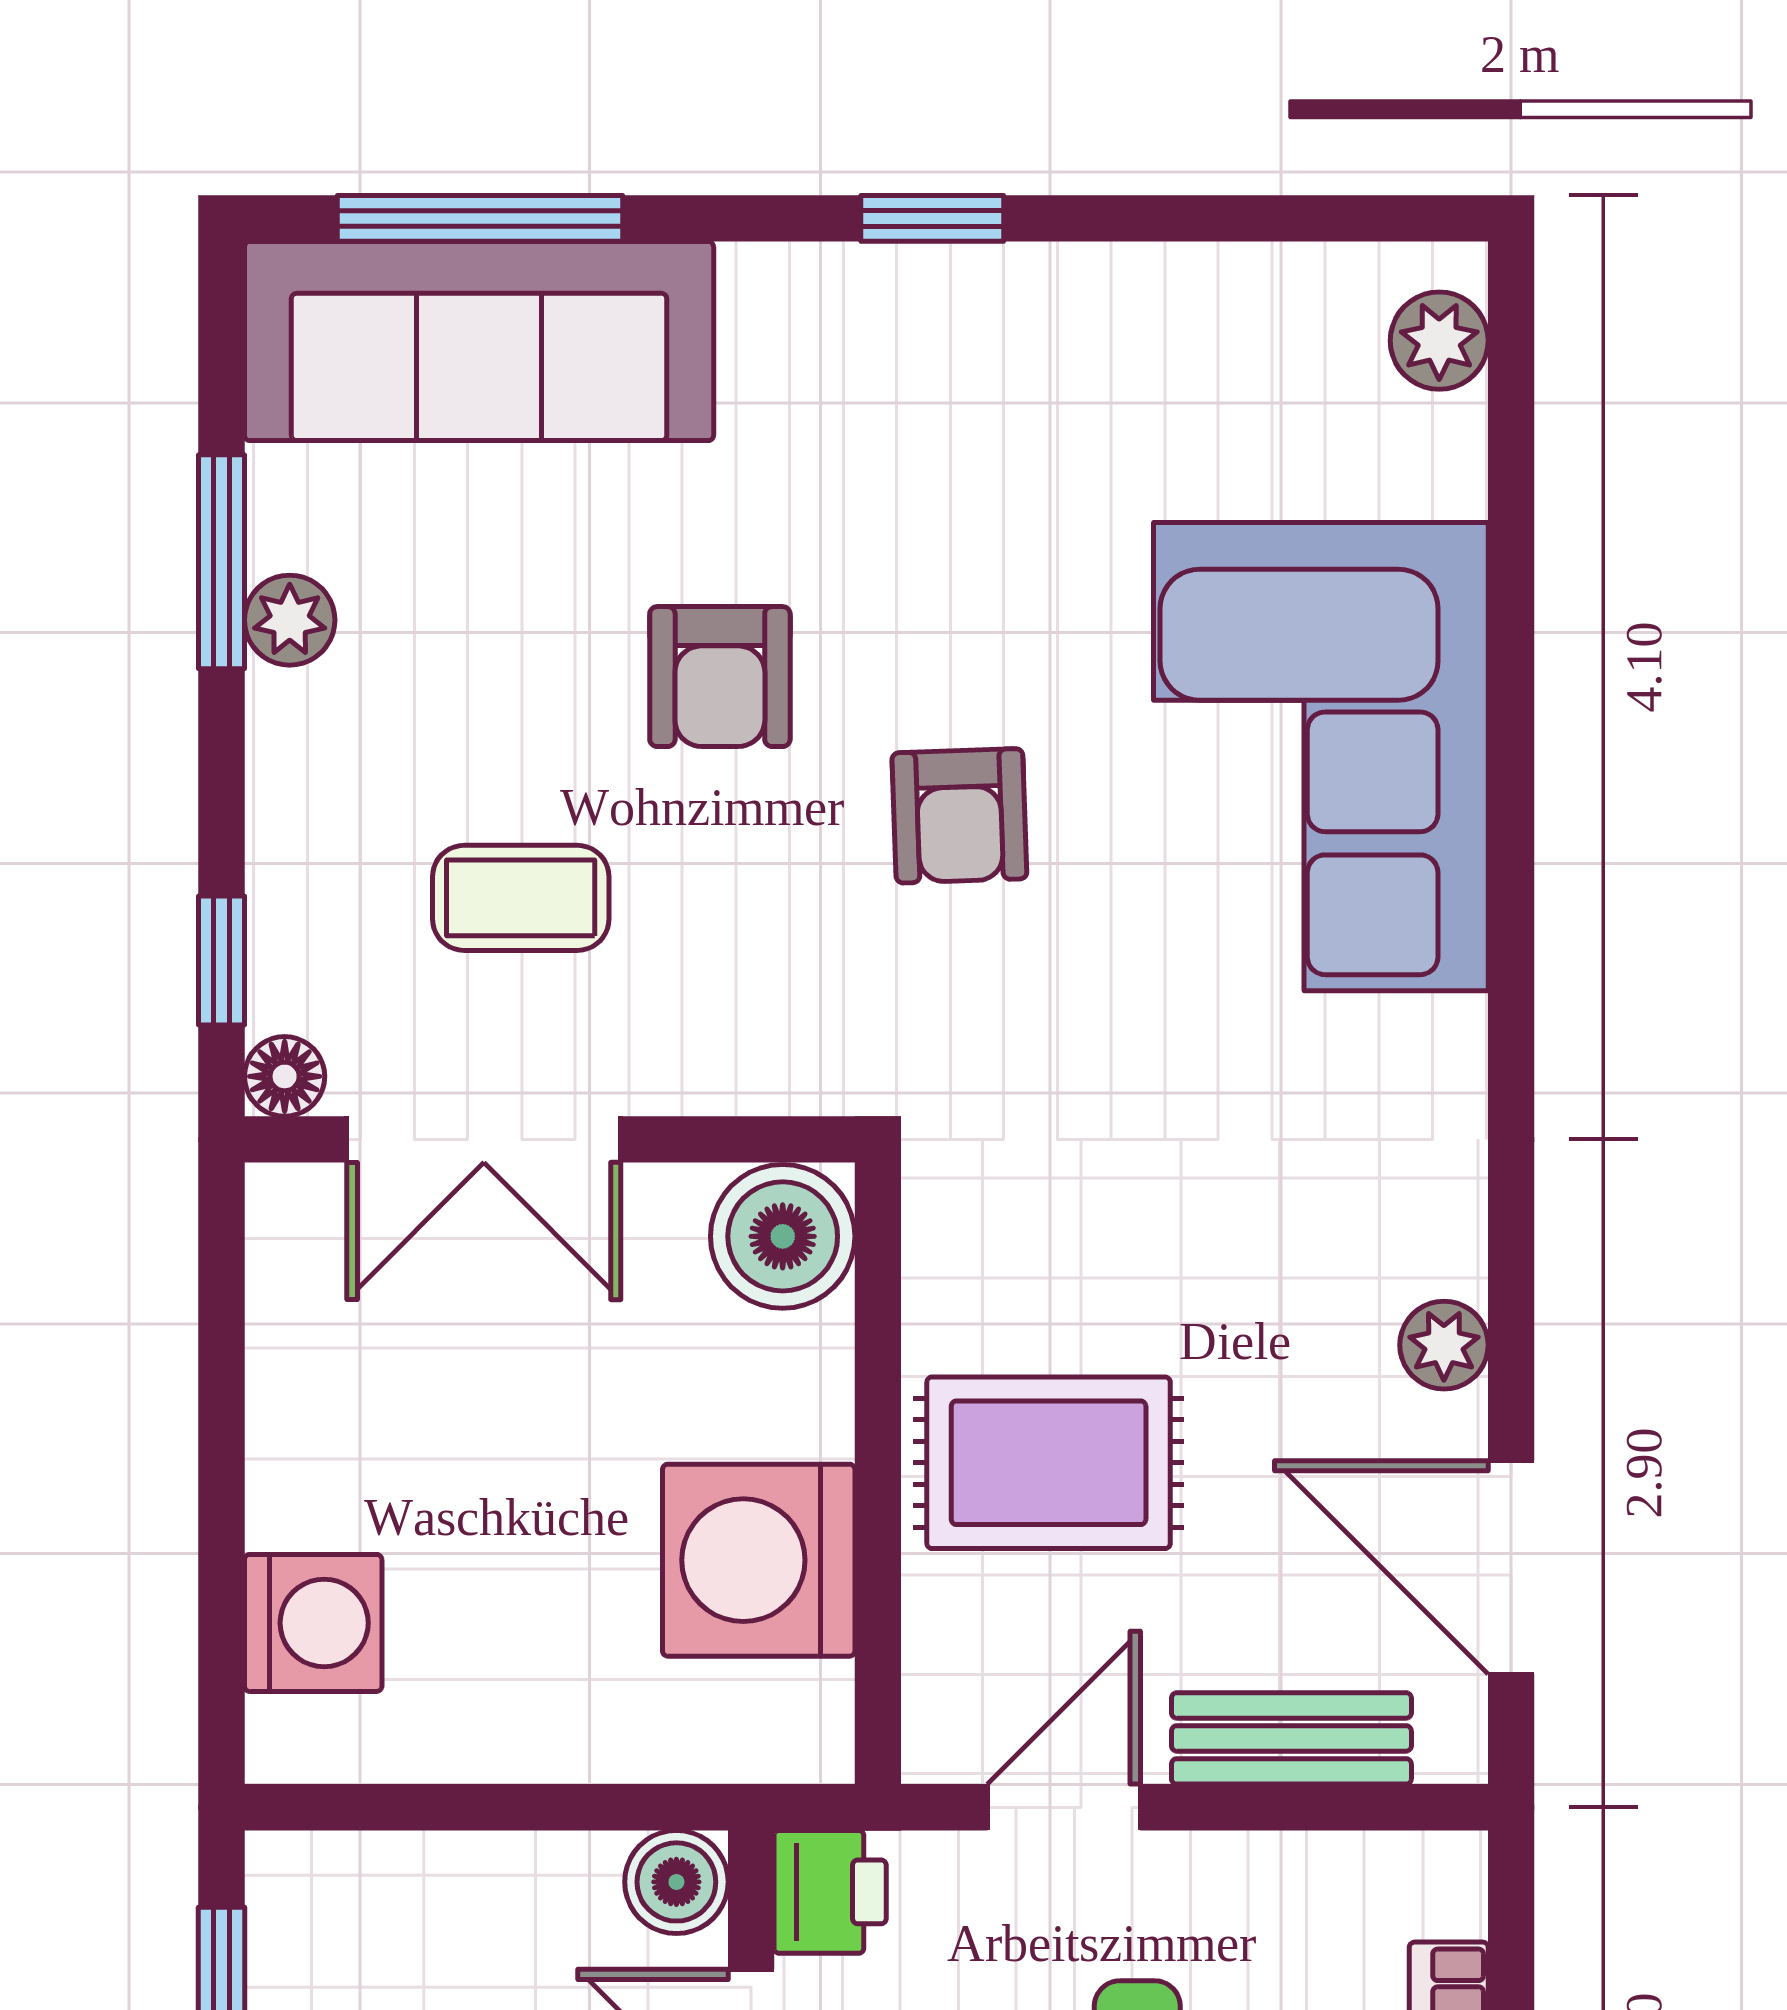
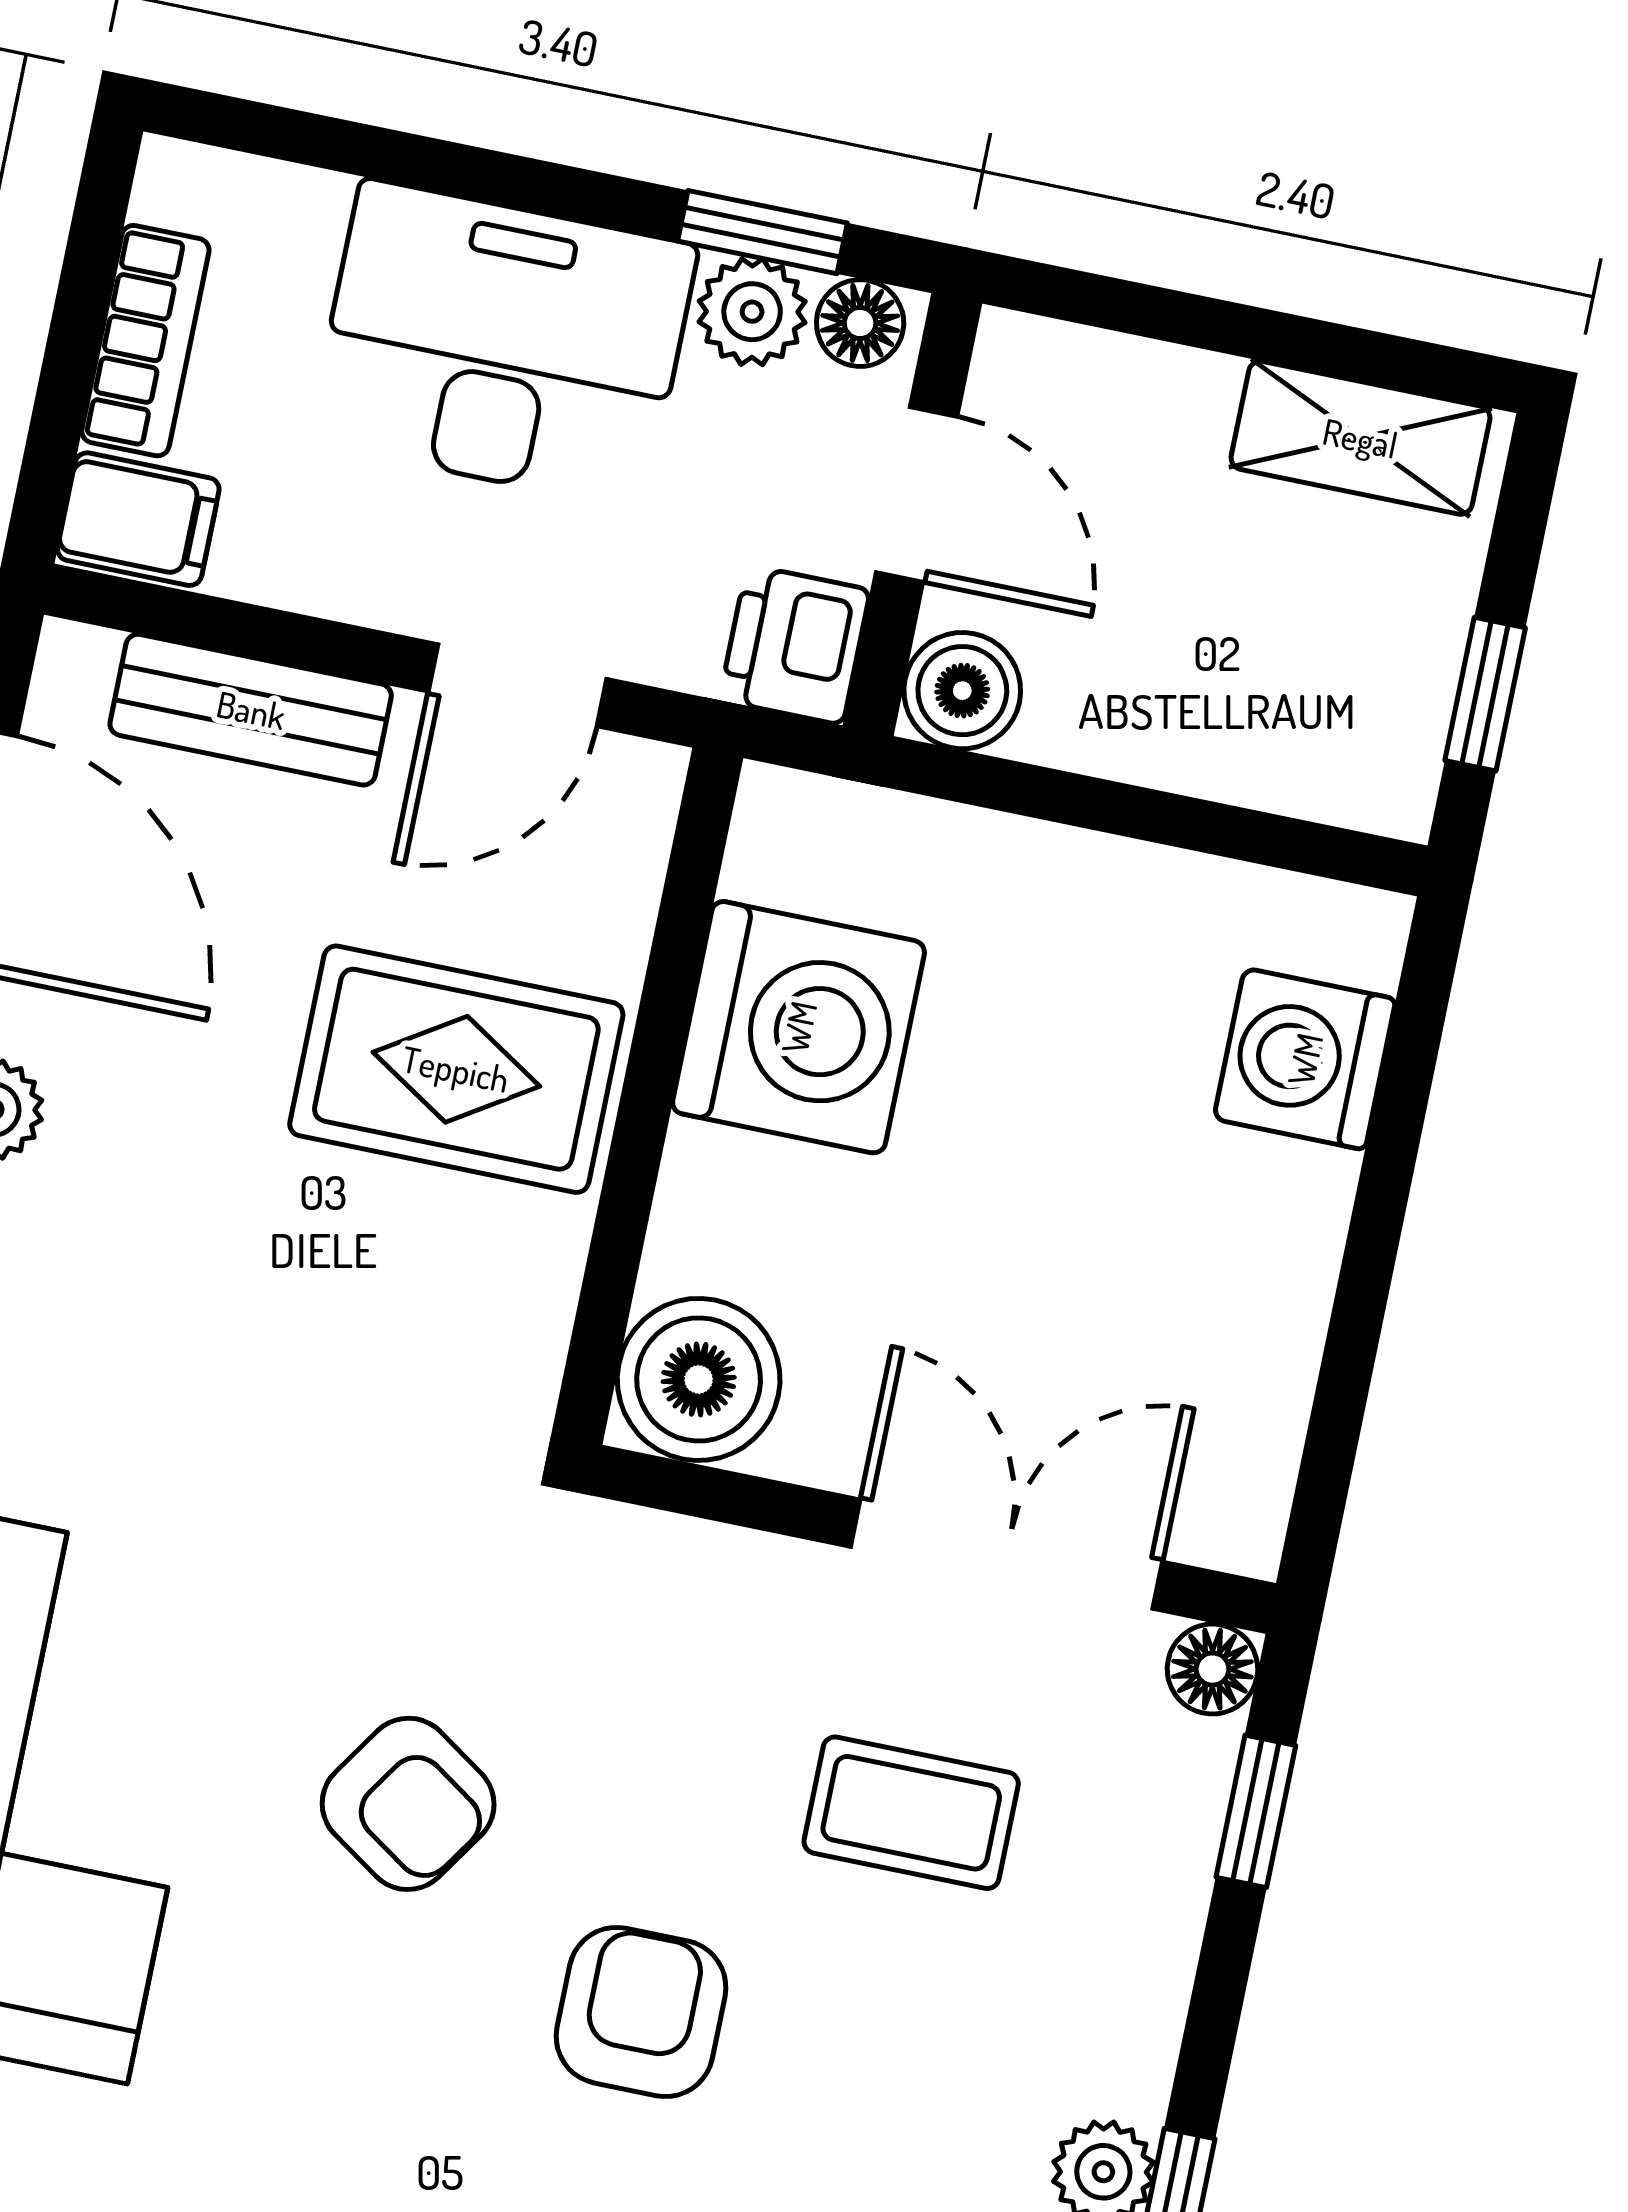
armchair: (959, 816) -> (408, 1804), turned 126
filing cabinet: (1423, 1884) -> (138, 519), added

